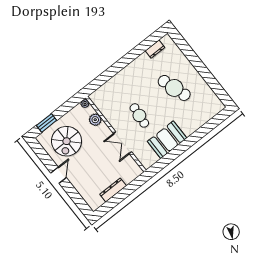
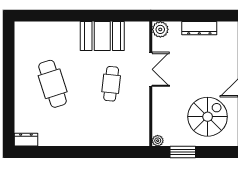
dresser: (155, 49) -> (26, 140), moved
plant: (95, 120) -> (160, 29), moved
window: (47, 123) -> (183, 152), moved

